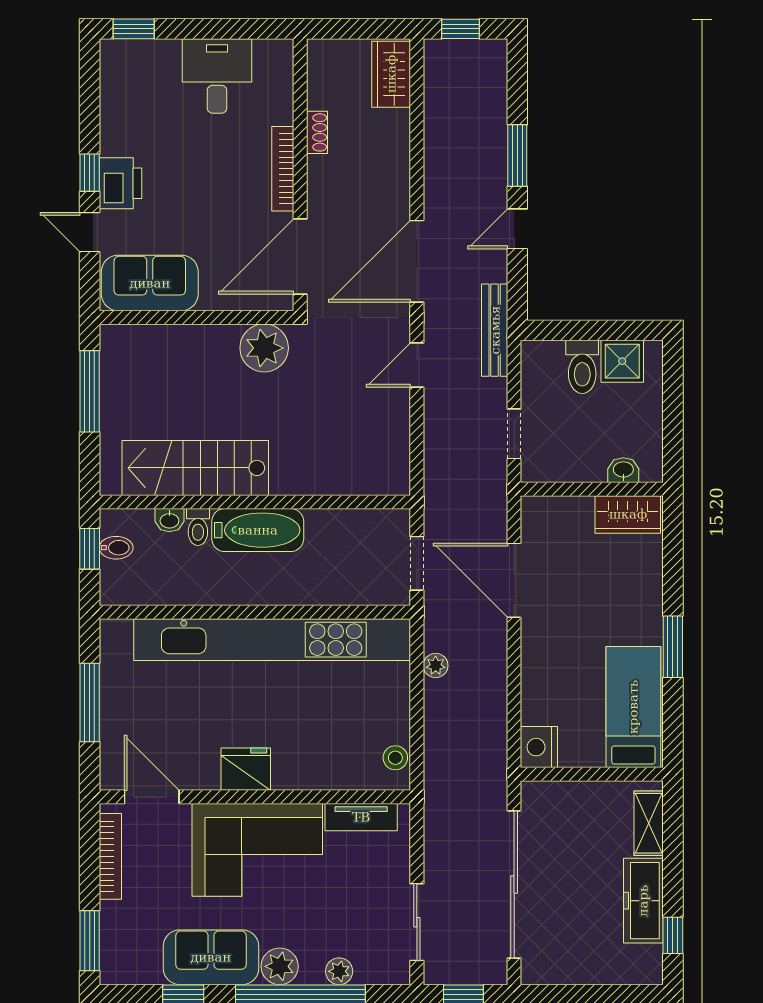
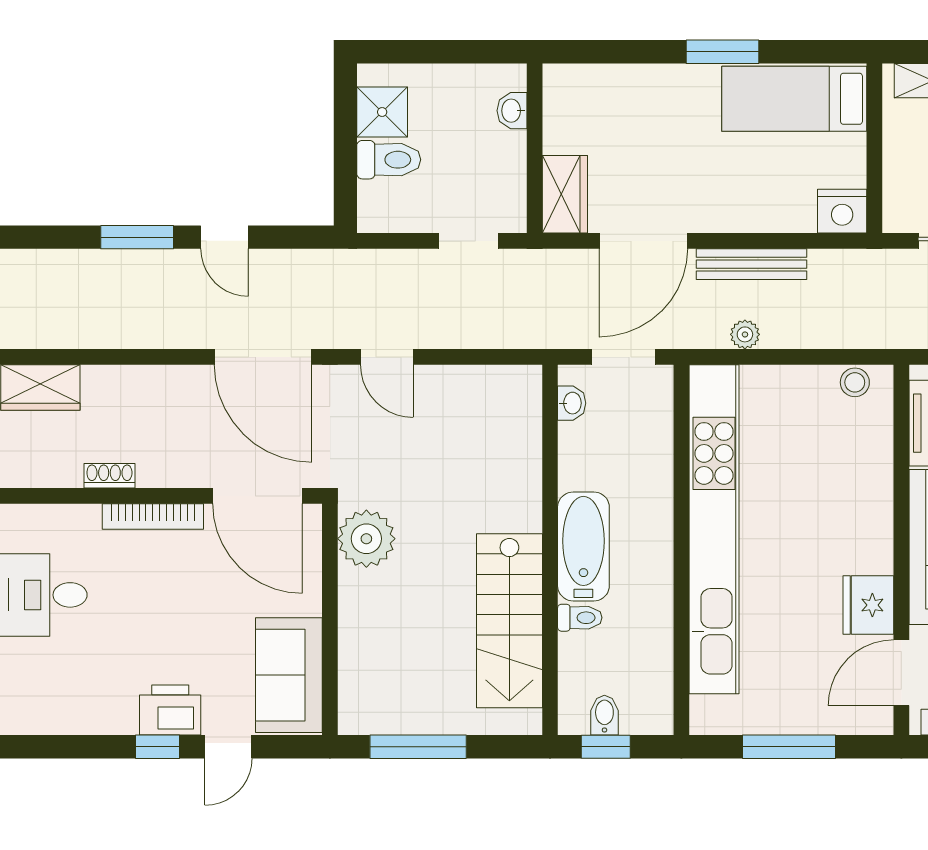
bench: (495, 330) -> (751, 264), moved
wardrobe: (628, 514) -> (565, 194), moved
washbasin: (169, 520) -> (572, 403), moved
fridge: (246, 769) -> (868, 605), moved

